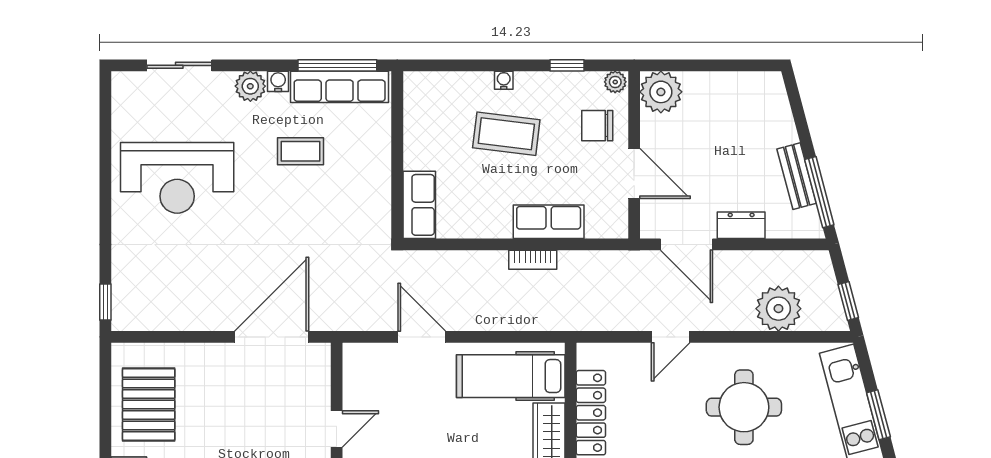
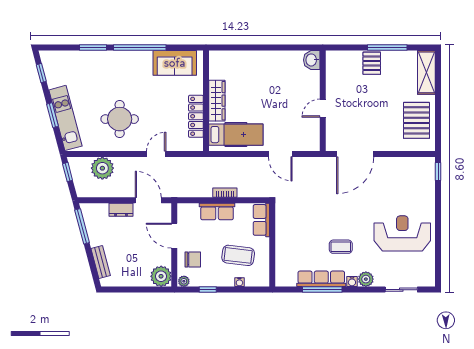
wall: (397, 155) -> (272, 245), moved
bench: (797, 176) -> (101, 262), moved
row of seats: (419, 205) -> (261, 220), moved

